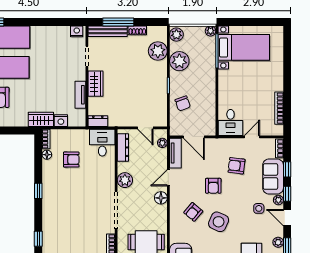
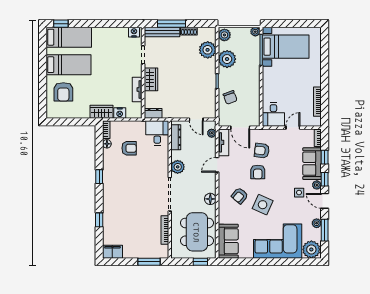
armchair: (237, 166) -> (262, 151), moved
floor lamp: (161, 198) -> (210, 199), moved

